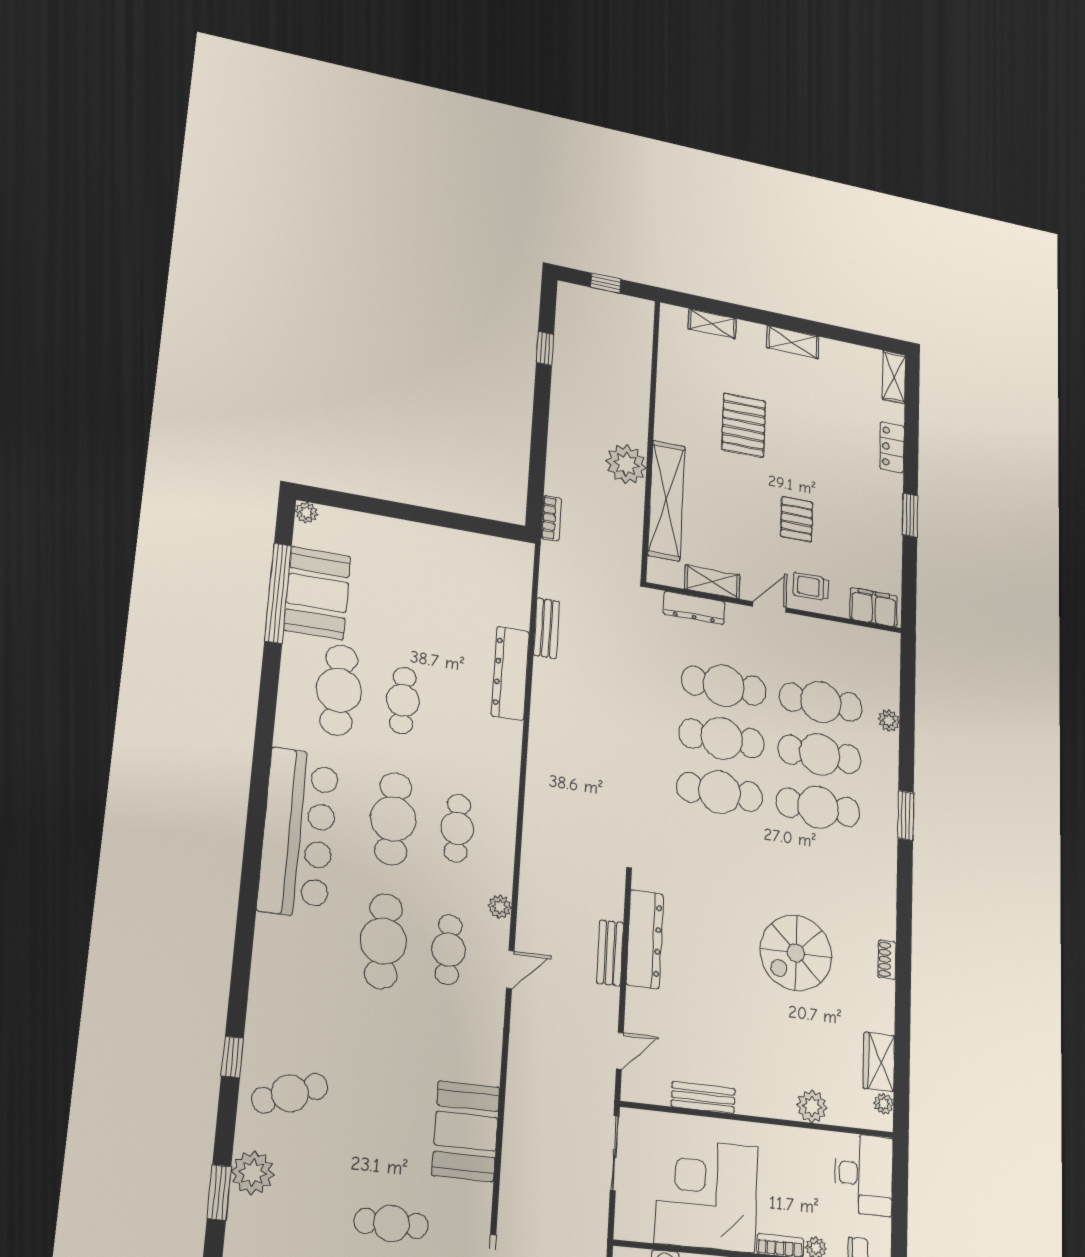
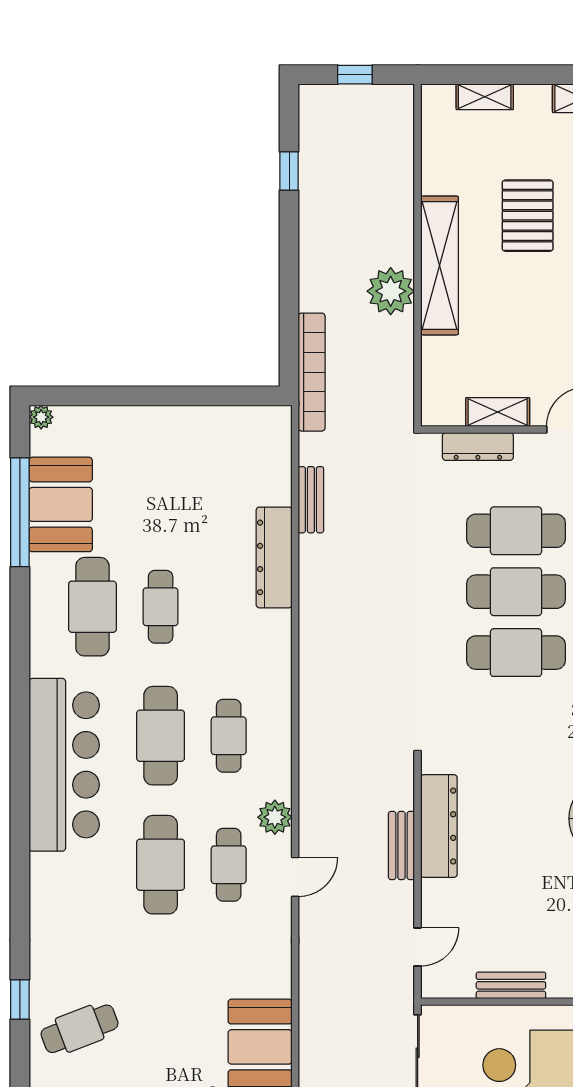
shelving: (666, 500) -> (440, 265), moved
bookcase: (551, 518) -> (312, 372), width x2.31, depth x1.31
plant: (500, 907) -> (275, 817), width x1.38, depth x1.38

